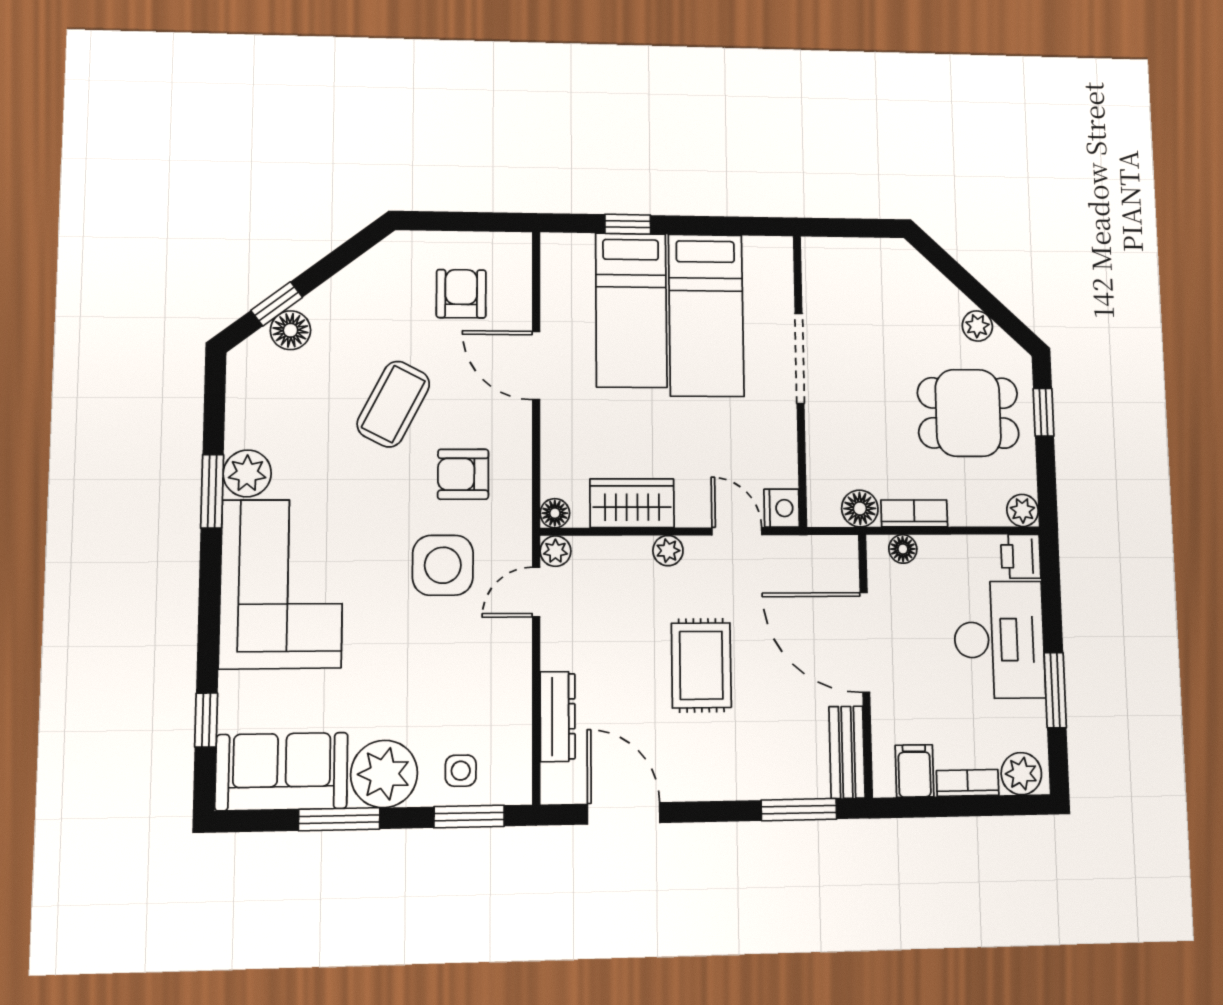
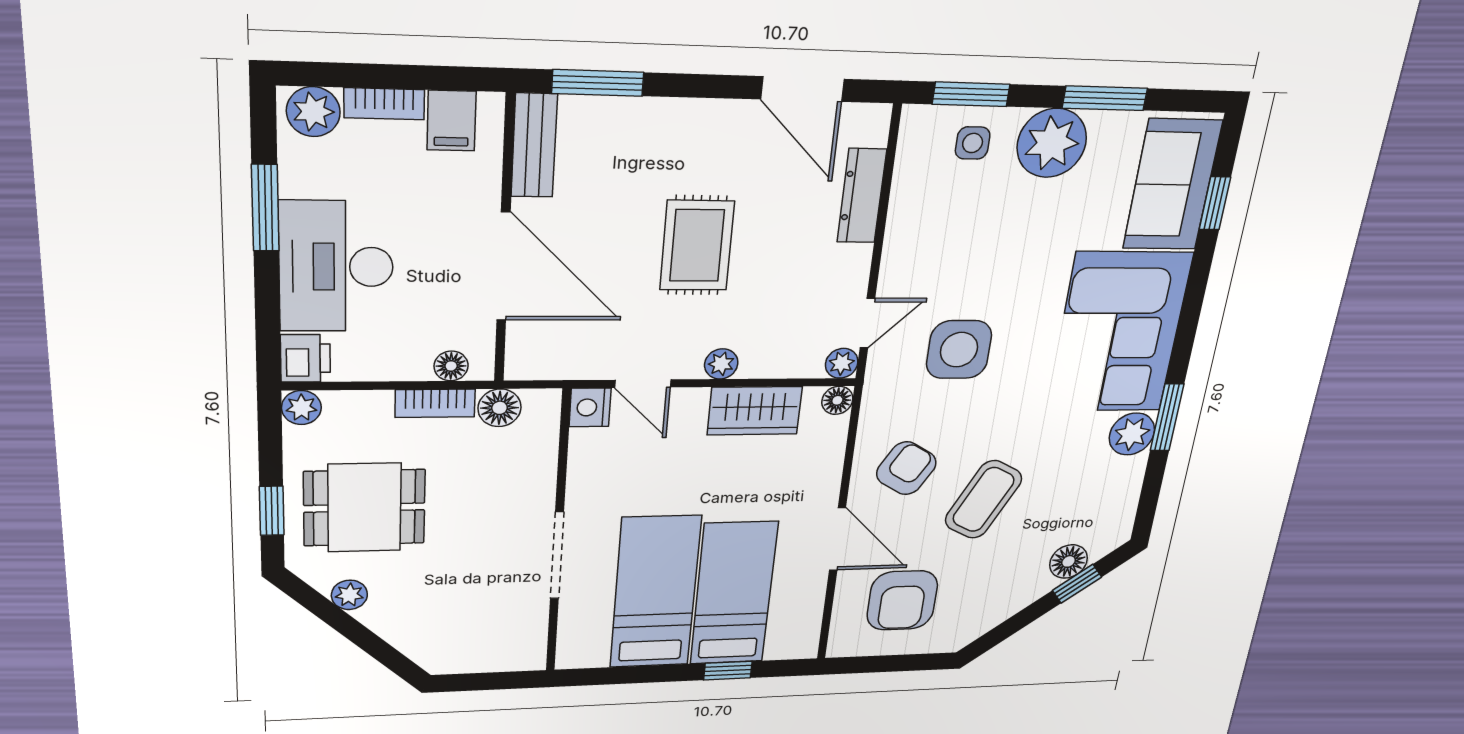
armchair: (461, 294) -> (902, 600), width x1.38, depth x1.38
armchair: (463, 474) -> (906, 468), moved, turned -59
sofa: (282, 772) -> (1172, 185), moved, turned 90

